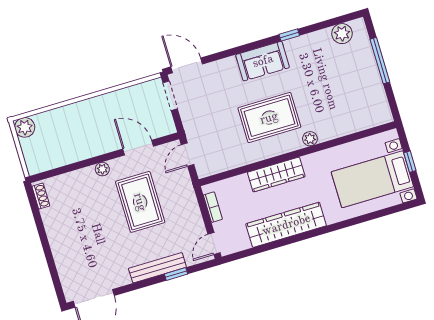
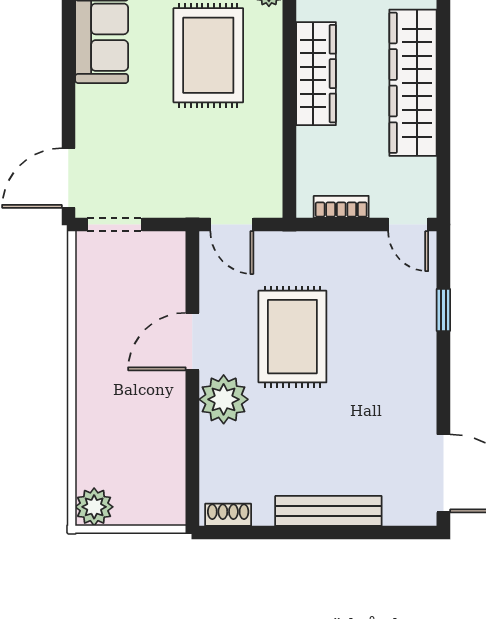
door: (138, 148) -> (192, 342), moved
plant: (102, 169) -> (224, 399), width x1.88, depth x1.88
rug: (140, 202) -> (292, 337), turned 90
bench: (157, 268) -> (328, 511), moved, turned 90

